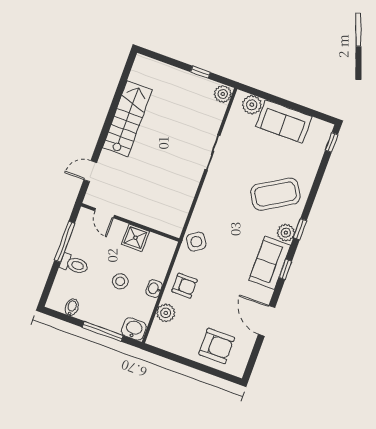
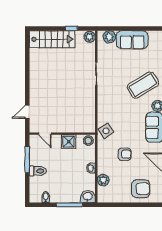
stairs: (127, 119) -> (52, 39), moved, turned 90
stool: (120, 281) -> (88, 141), moved
armchair: (184, 286) -> (125, 154), moved

